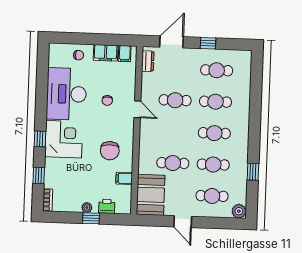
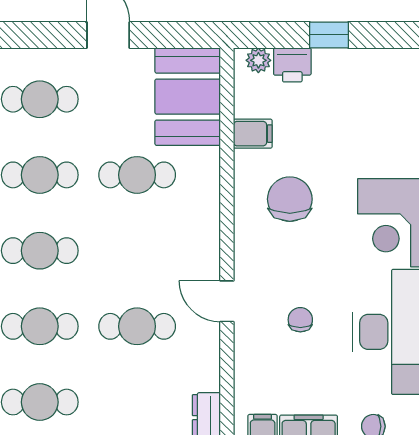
plant: (87, 208) -> (258, 60), moved

